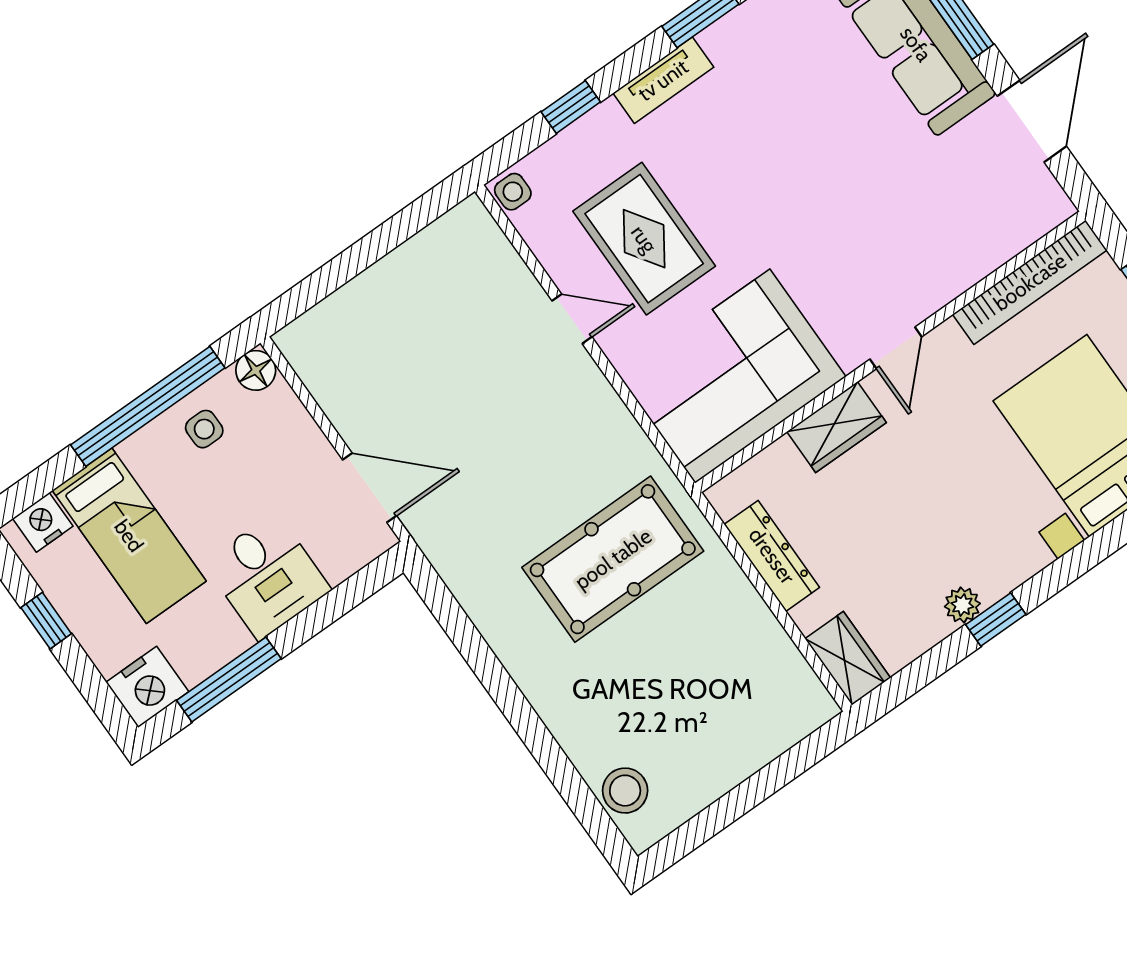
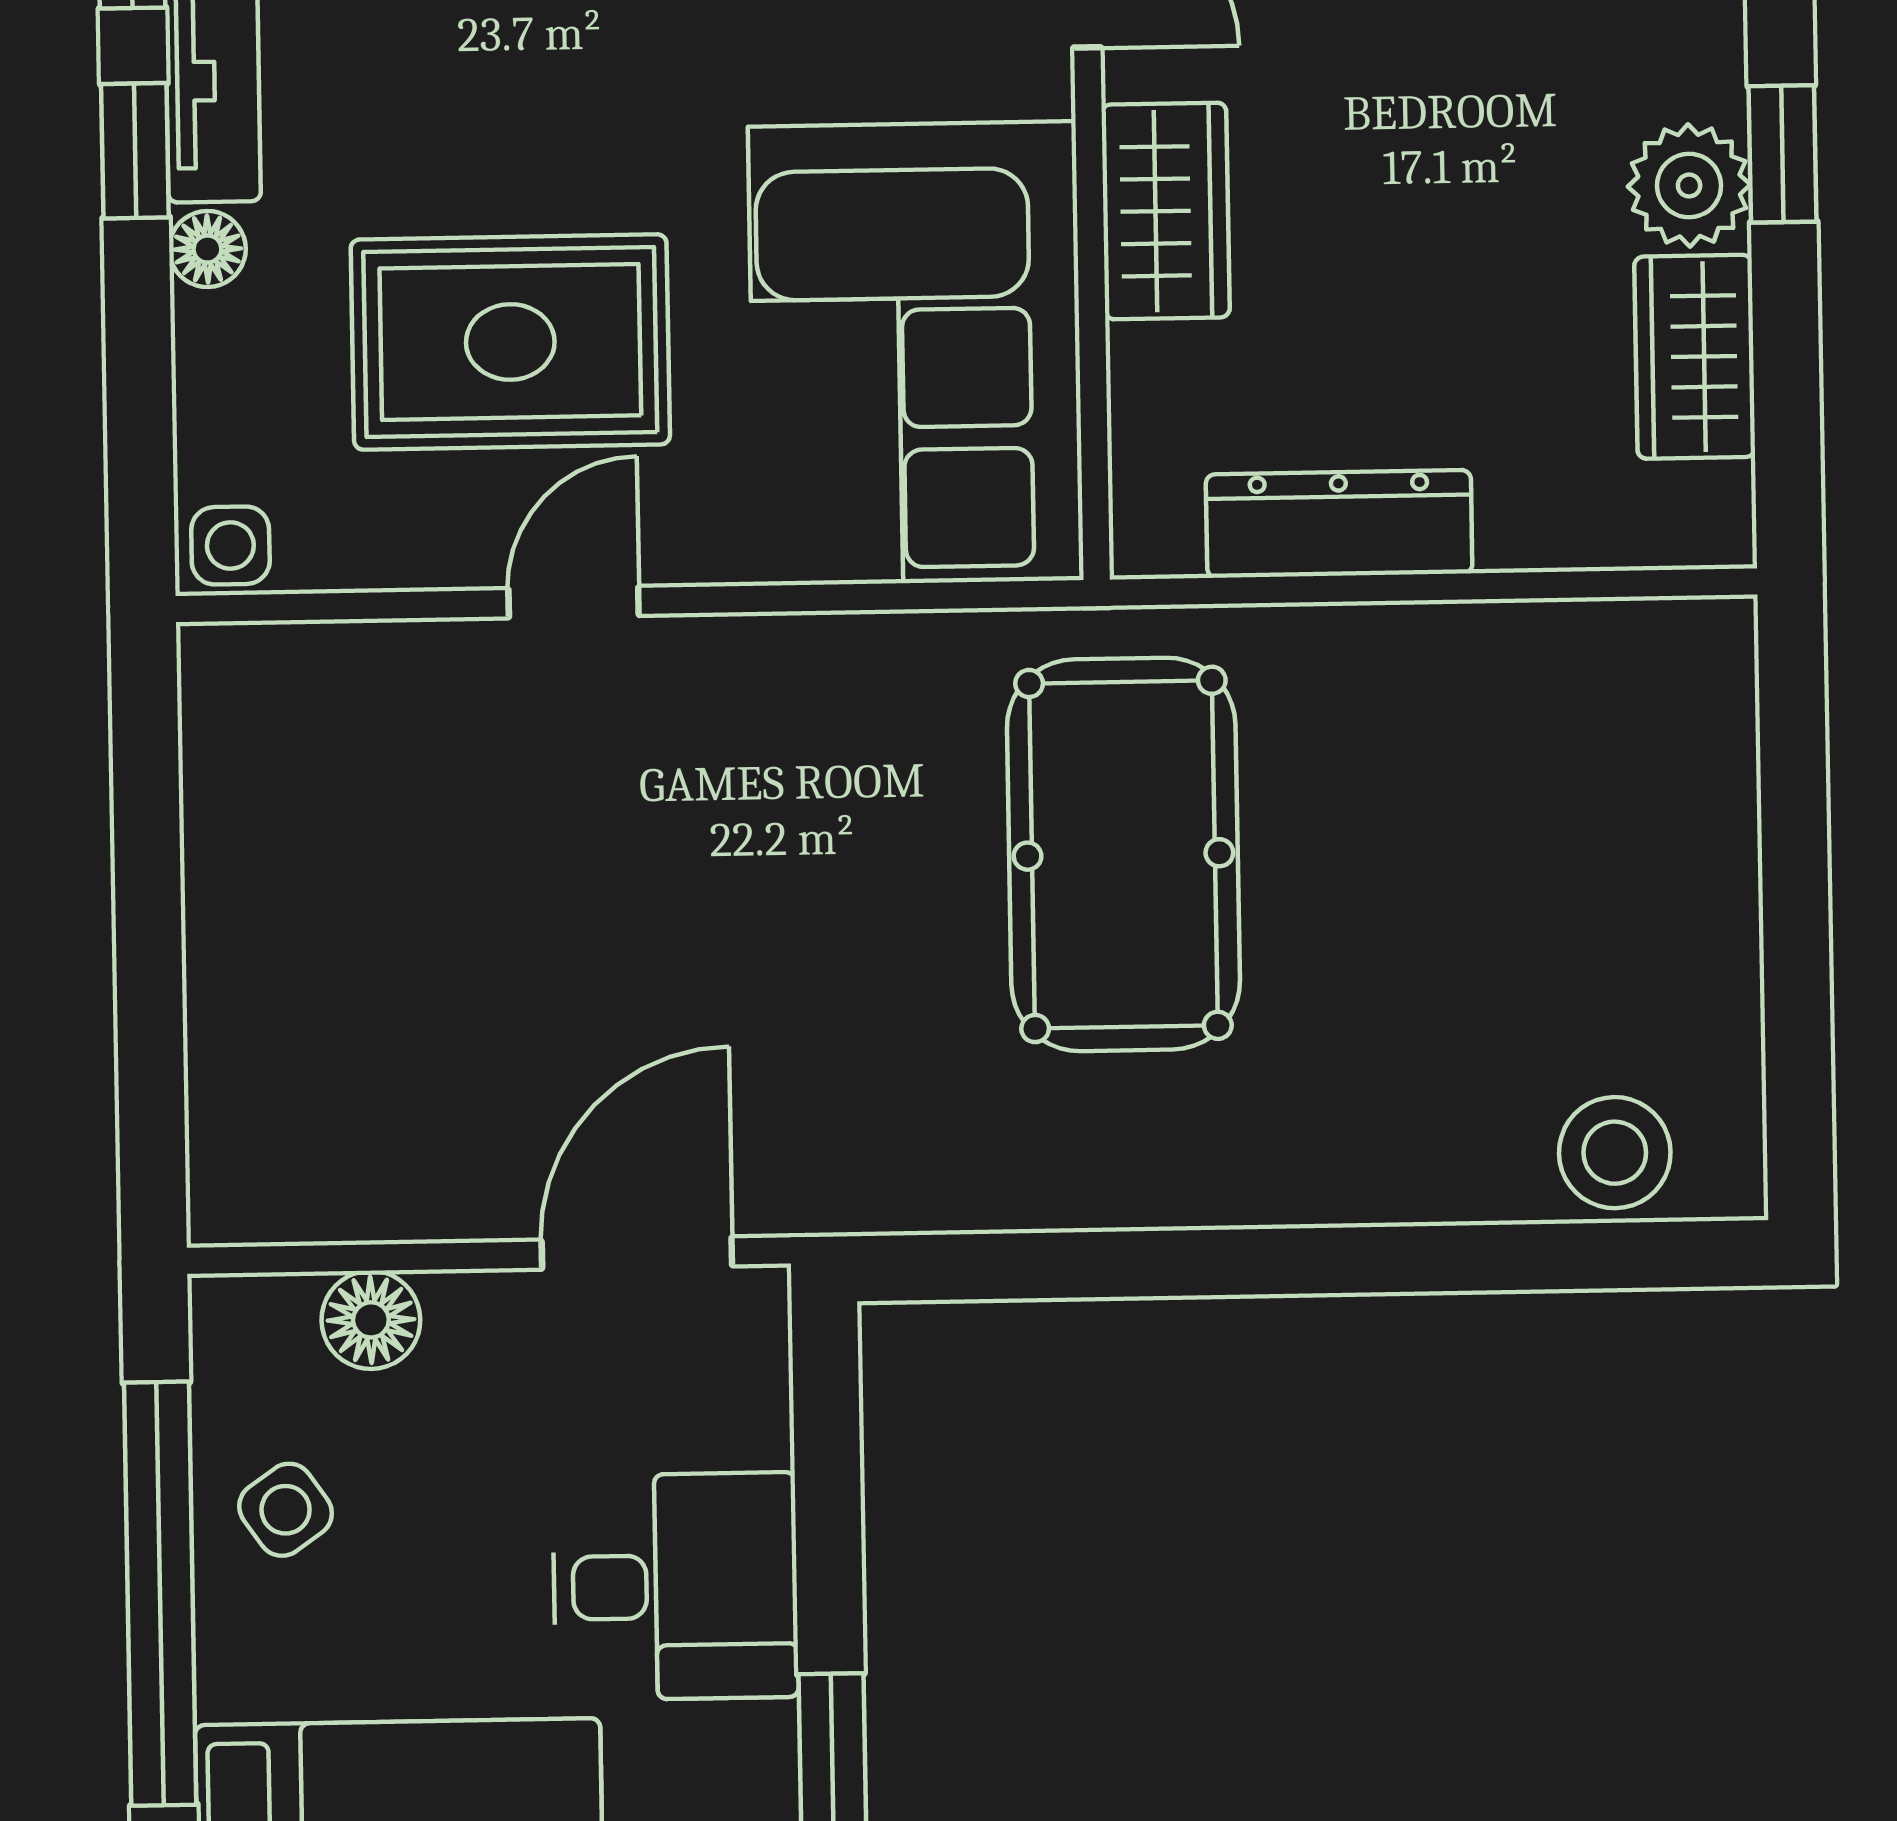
window: (571, 107) -> (135, 151), moved
floor lamp: (606, 117) -> (207, 249), added
floor lamp: (256, 370) -> (371, 1320), moved
side table: (204, 429) -> (286, 1510), turned -35
plant: (962, 605) -> (1689, 186), width x1.38, depth x1.38
wardrobe: (848, 658) -> (1695, 357), moved, turned -90

